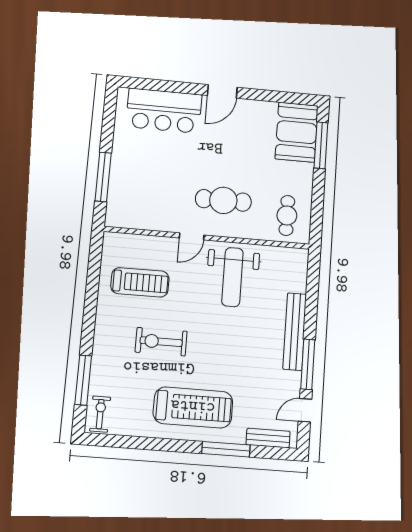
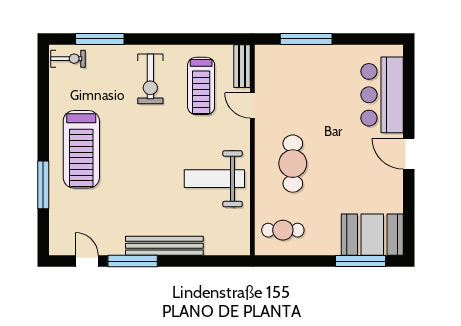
door: (192, 236) -> (252, 105), moved
exercise bike: (161, 342) -> (150, 79), moved, turned 180
bench: (268, 438) -> (242, 66), moved

